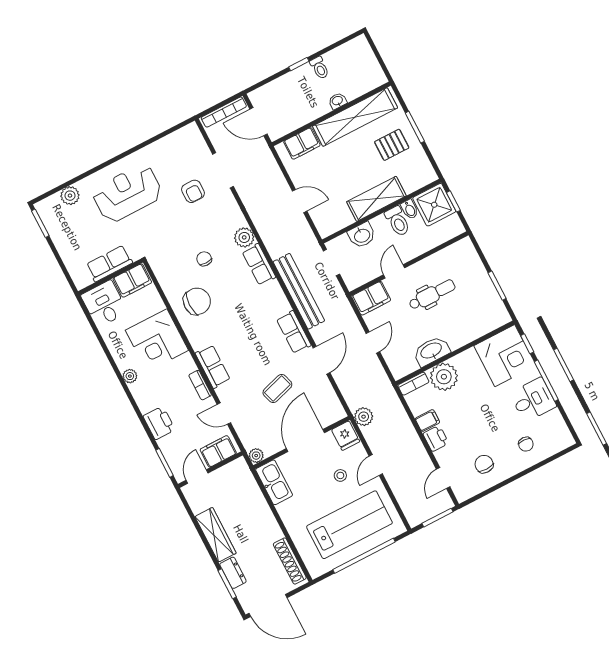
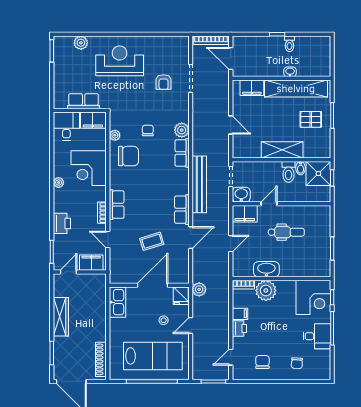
washbasin: (362, 235) -> (241, 195), moved, turned 180
plant: (256, 456) -> (115, 135), moved
dresser: (233, 573) -> (59, 348), removed

